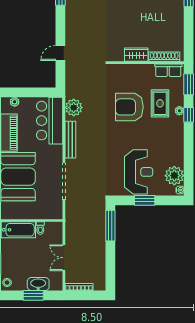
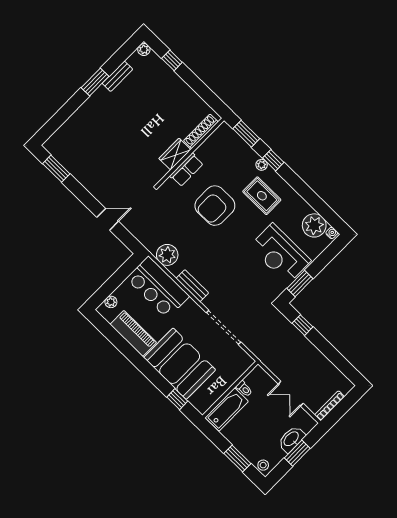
door: (60, 53) -> (108, 219), swing flipped
row of seats: (168, 70) -> (186, 170), moved
rug: (160, 103) -> (262, 196), moved
bench: (70, 140) -> (192, 286), width x0.73
reception desk: (139, 172) -> (280, 254), turned 180
window: (145, 200) -> (300, 284), moved
window: (110, 226) -> (303, 325), width x0.46

